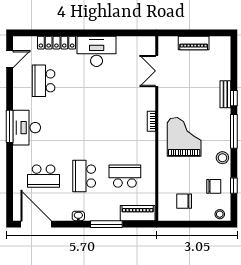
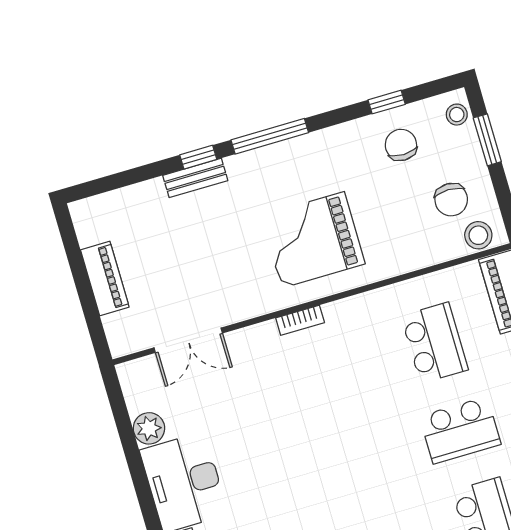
plant: (124, 43) -> (149, 428), added
stool: (222, 158) -> (478, 235), moved
school desk: (125, 176) -> (435, 343), turned 180
window: (205, 224) -> (487, 140), added

